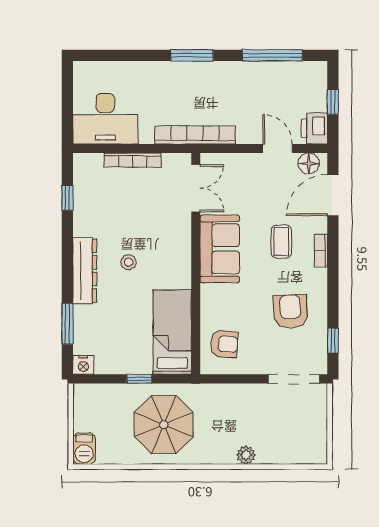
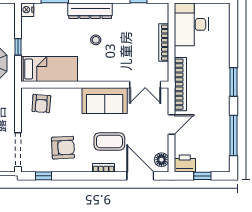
door: (278, 149) -> (171, 124), moved
coffee table: (281, 242) -> (109, 141), width x1.36, depth x1.30

